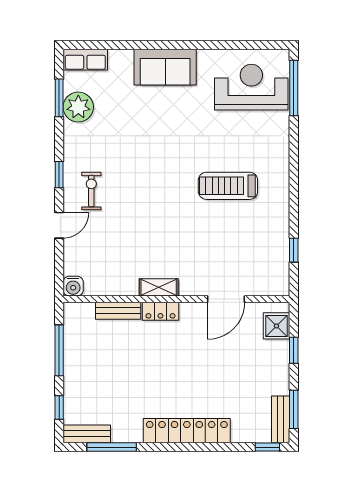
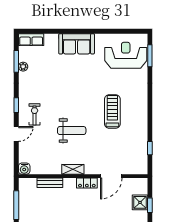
window: (294, 88) -> (150, 56), width x0.69
plant: (78, 107) -> (23, 67), width x0.53, depth x0.53
treadmill: (228, 186) -> (112, 111), turned 90
weight bench: (157, 219) -> (72, 131), added
locker: (160, 311) -> (87, 183), moved
shower: (276, 326) -> (140, 202), moved

